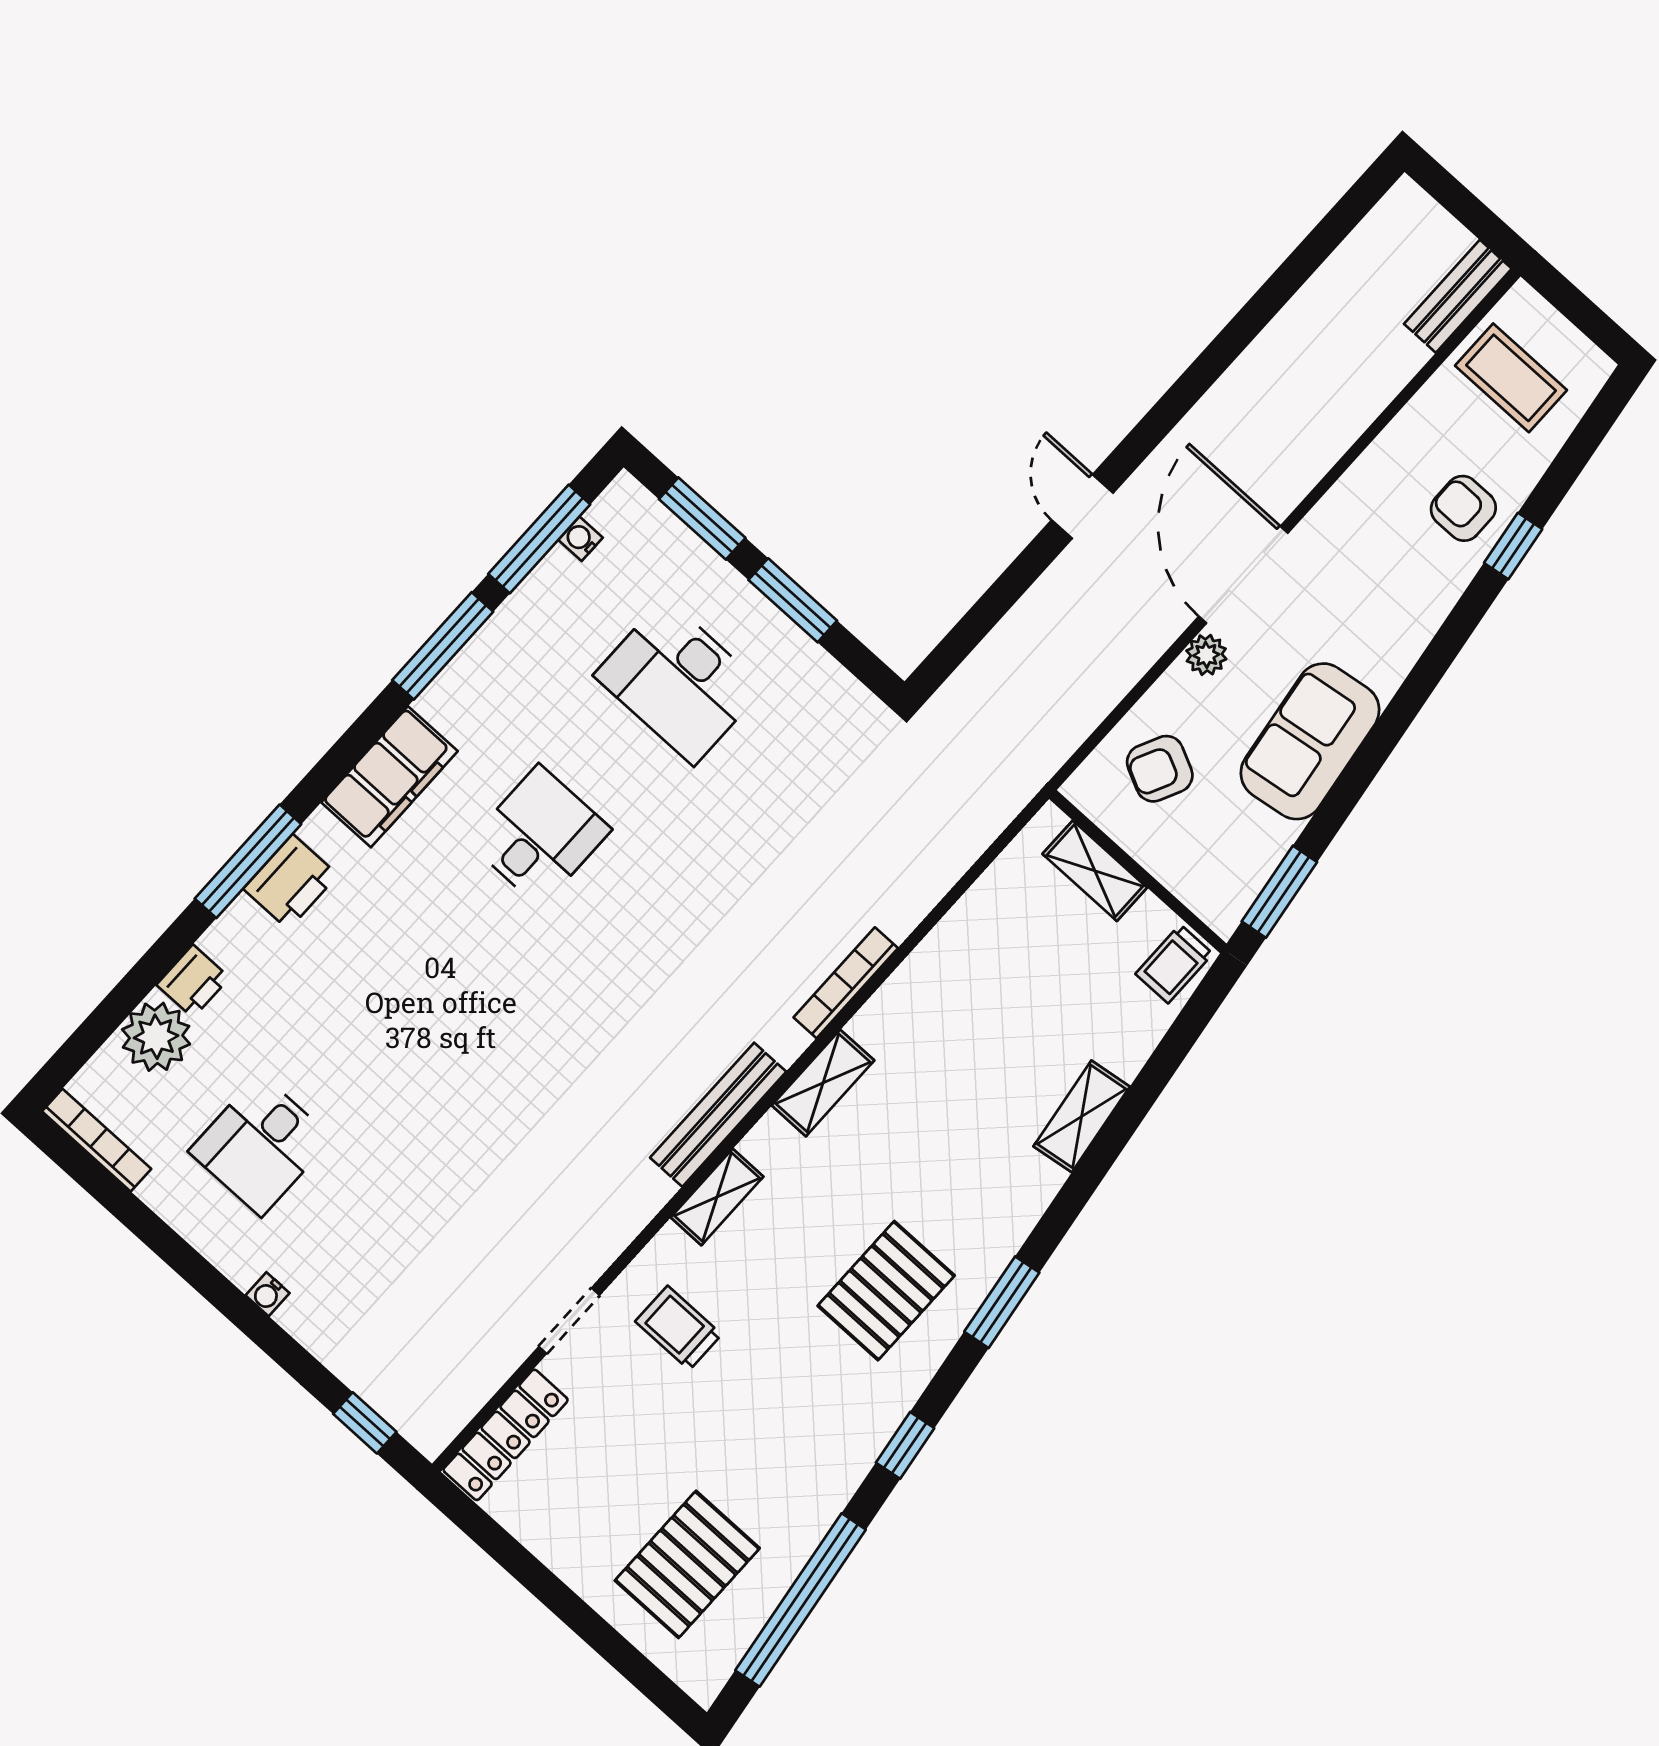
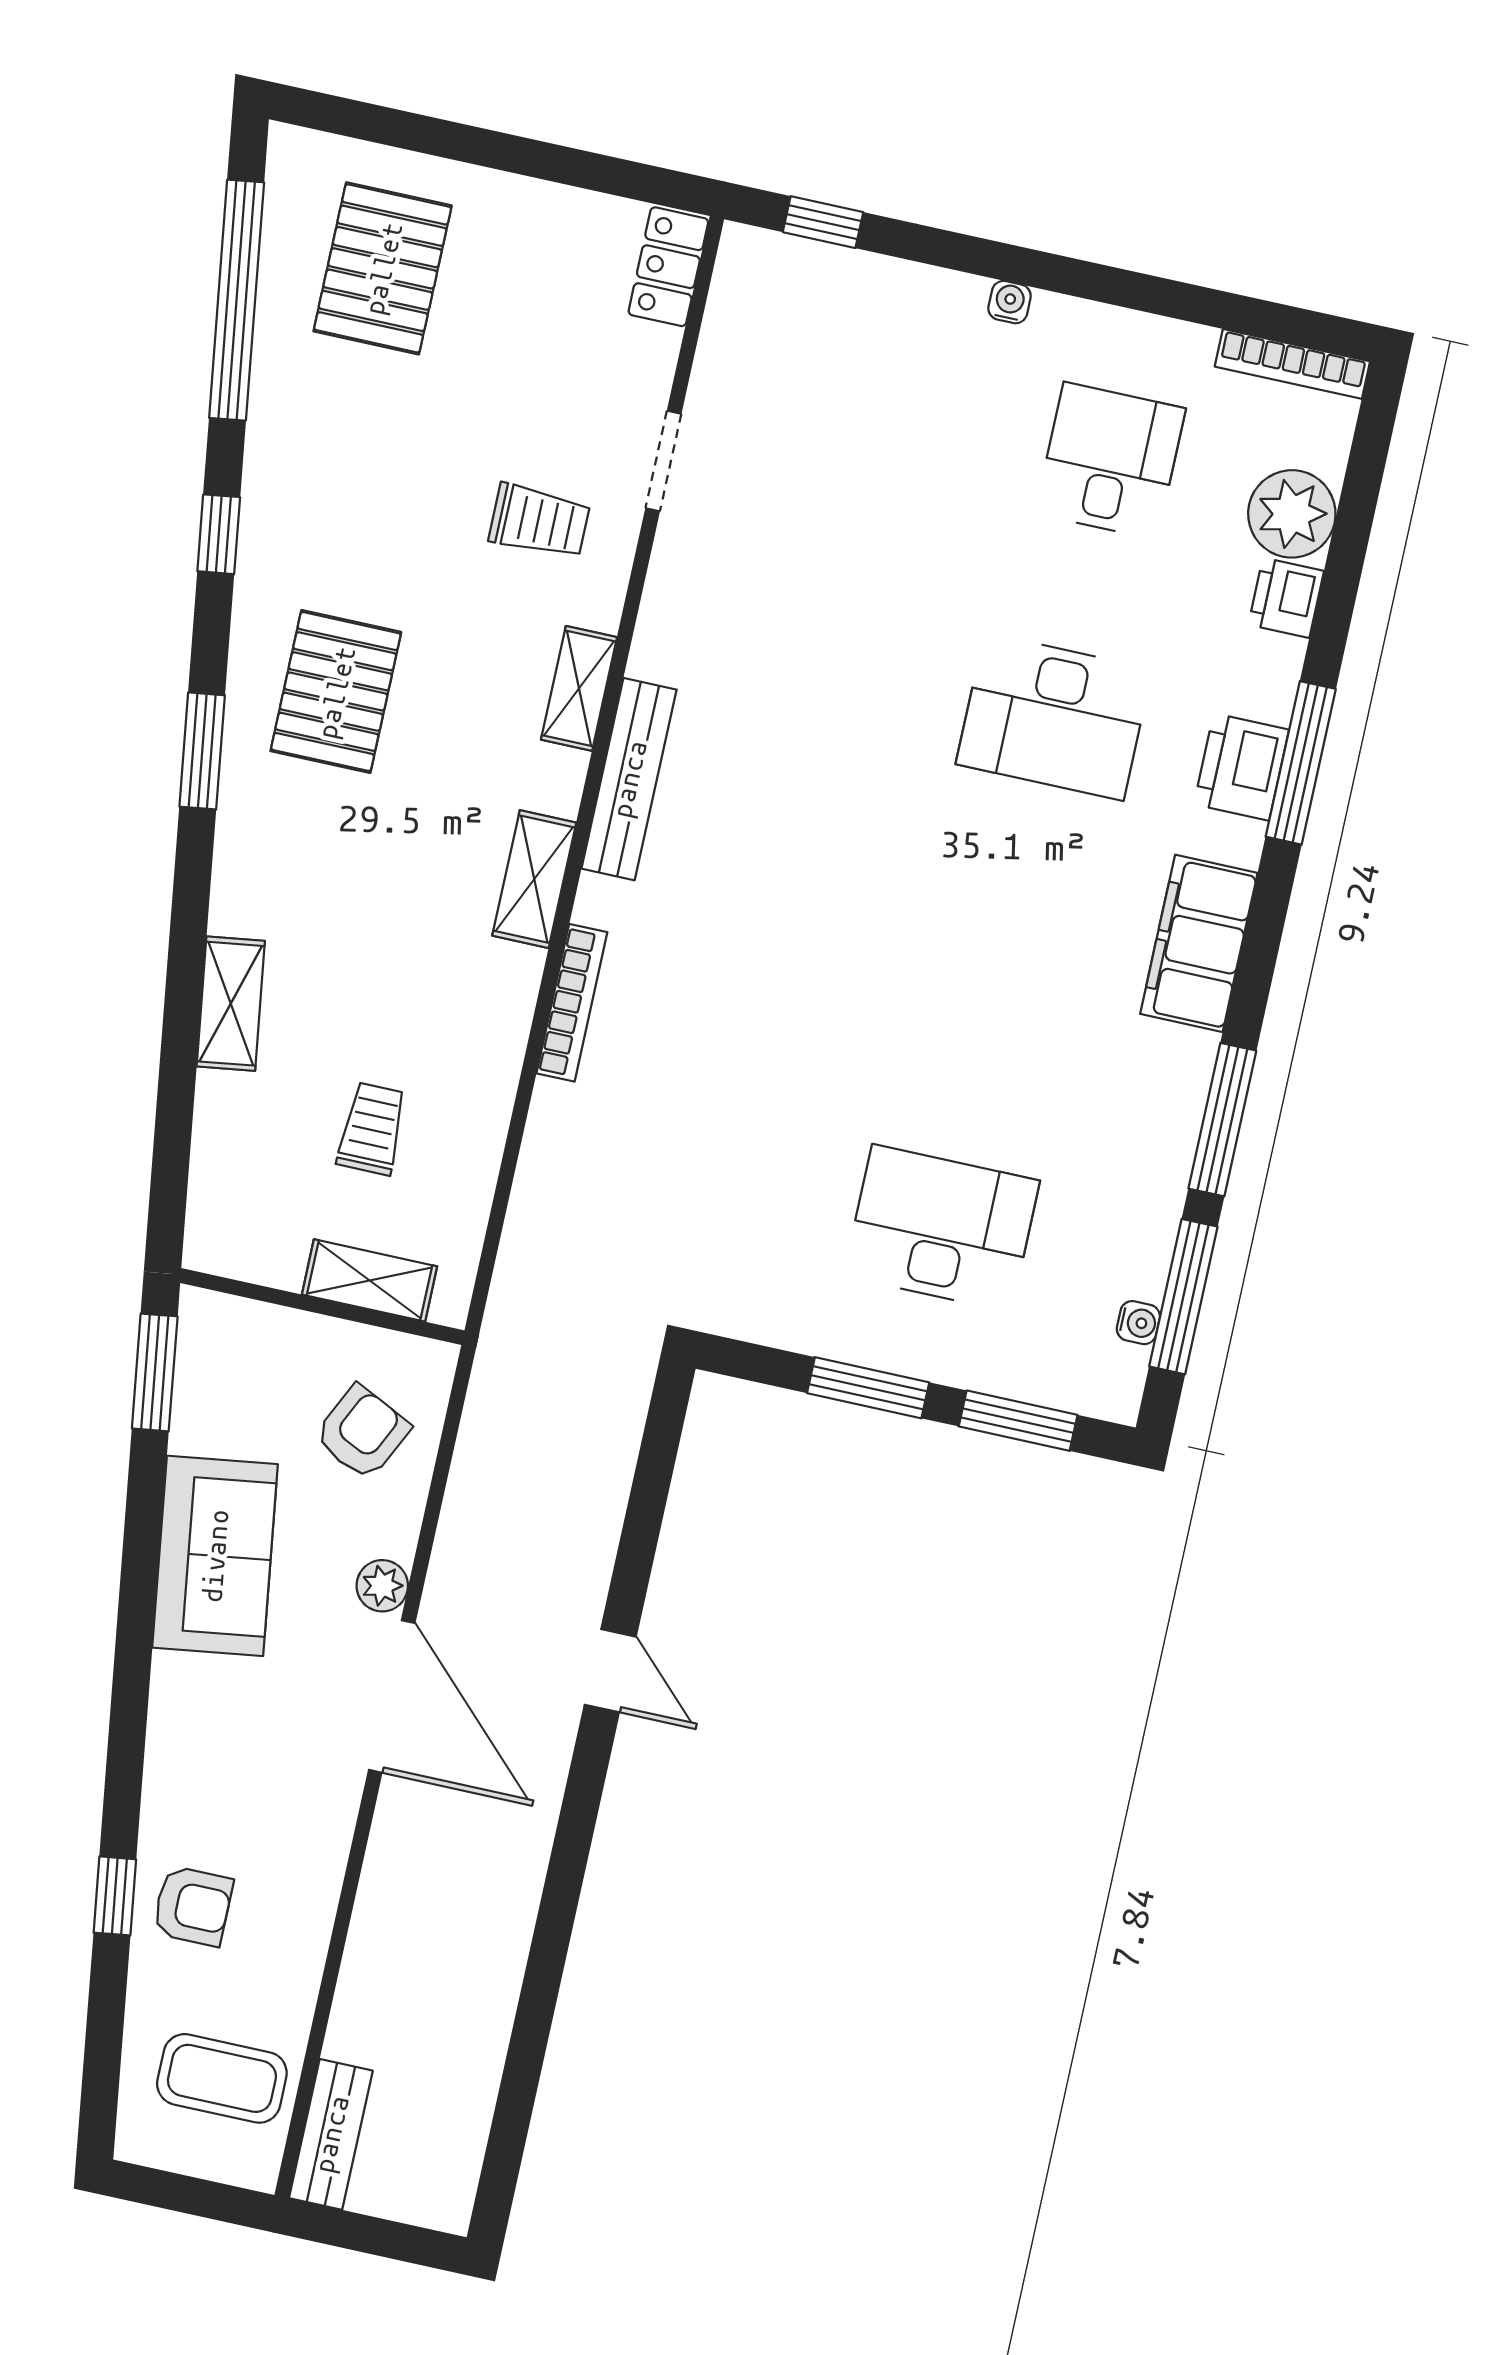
desk: (540, 836) -> (1054, 717), moved, width x1.37
trolley: (1174, 964) -> (372, 1129), moved
locker: (506, 1435) -> (668, 267), width x0.66

